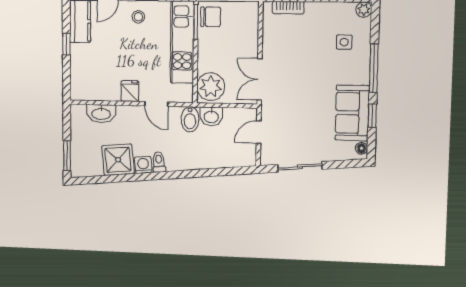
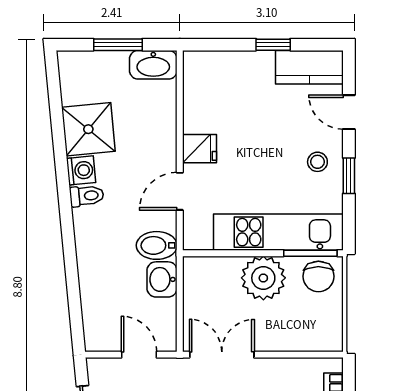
plant: (211, 87) -> (263, 278), moved
washbasin: (101, 114) -> (153, 65), moved, turned -90
window: (67, 156) -> (118, 45), moved

